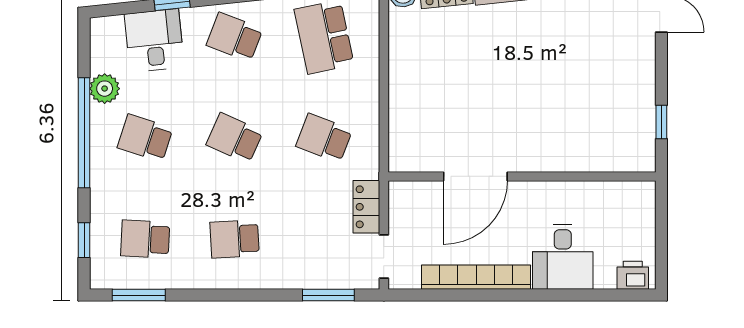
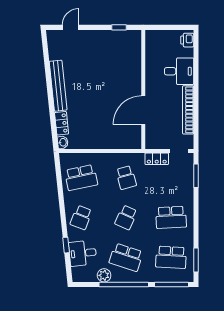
school desk: (145, 138) -> (126, 257), width x1.85
school desk: (324, 138) -> (126, 178), turned -36
door: (475, 176) -> (143, 110), swing flipped
school desk: (145, 239) -> (171, 257), width x1.85
school desk: (235, 239) -> (171, 217), width x1.85
window: (84, 240) -> (172, 284), width x2.17

